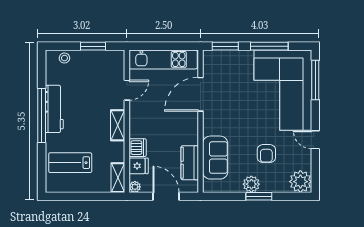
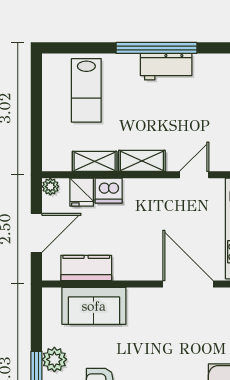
door: (127, 90) -> (194, 175), swing flipped
workbench: (54, 109) -> (166, 67), width x0.73
lab bench: (70, 163) -> (86, 90), turned 180
shelving: (118, 178) -> (95, 161), moved

